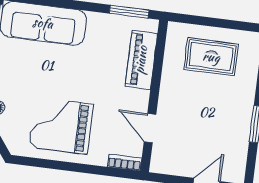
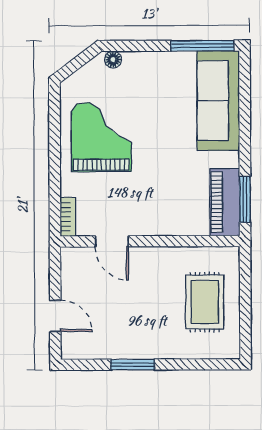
piano: (141, 60) -> (225, 202), moved, turned -90
door: (150, 128) -> (112, 241), swing flipped

